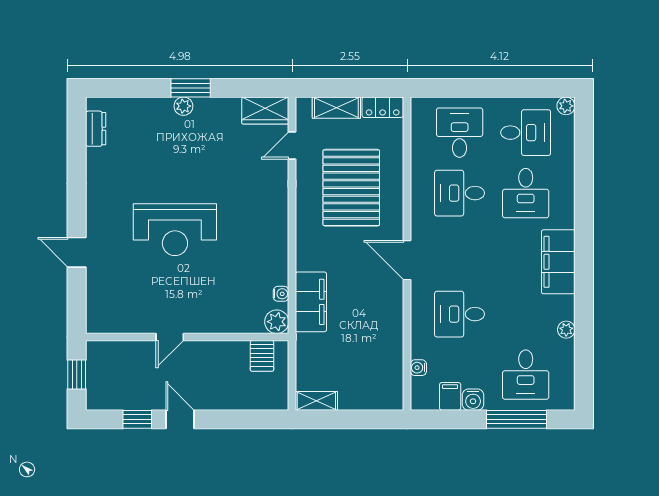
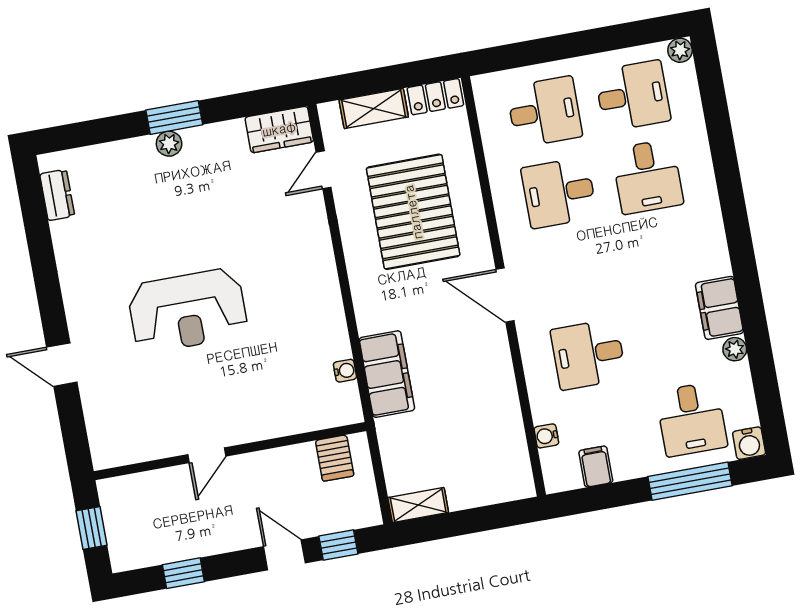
desk: (460, 133) -> (544, 112), turned 90
filing cabinet: (558, 262) -> (719, 308), moved, width x0.67, depth x0.86
plant: (277, 322) -> (346, 409), removed
water cooler: (473, 400) -> (749, 443), moved
door: (180, 419) -> (284, 555), moved
window: (253, 419) -> (338, 545), added

